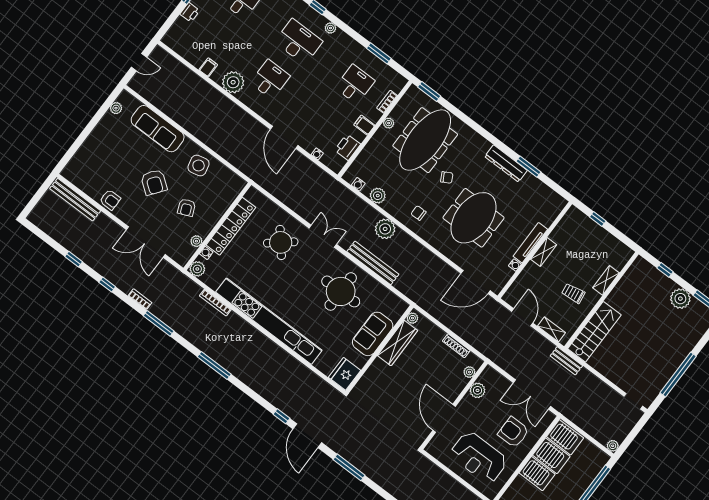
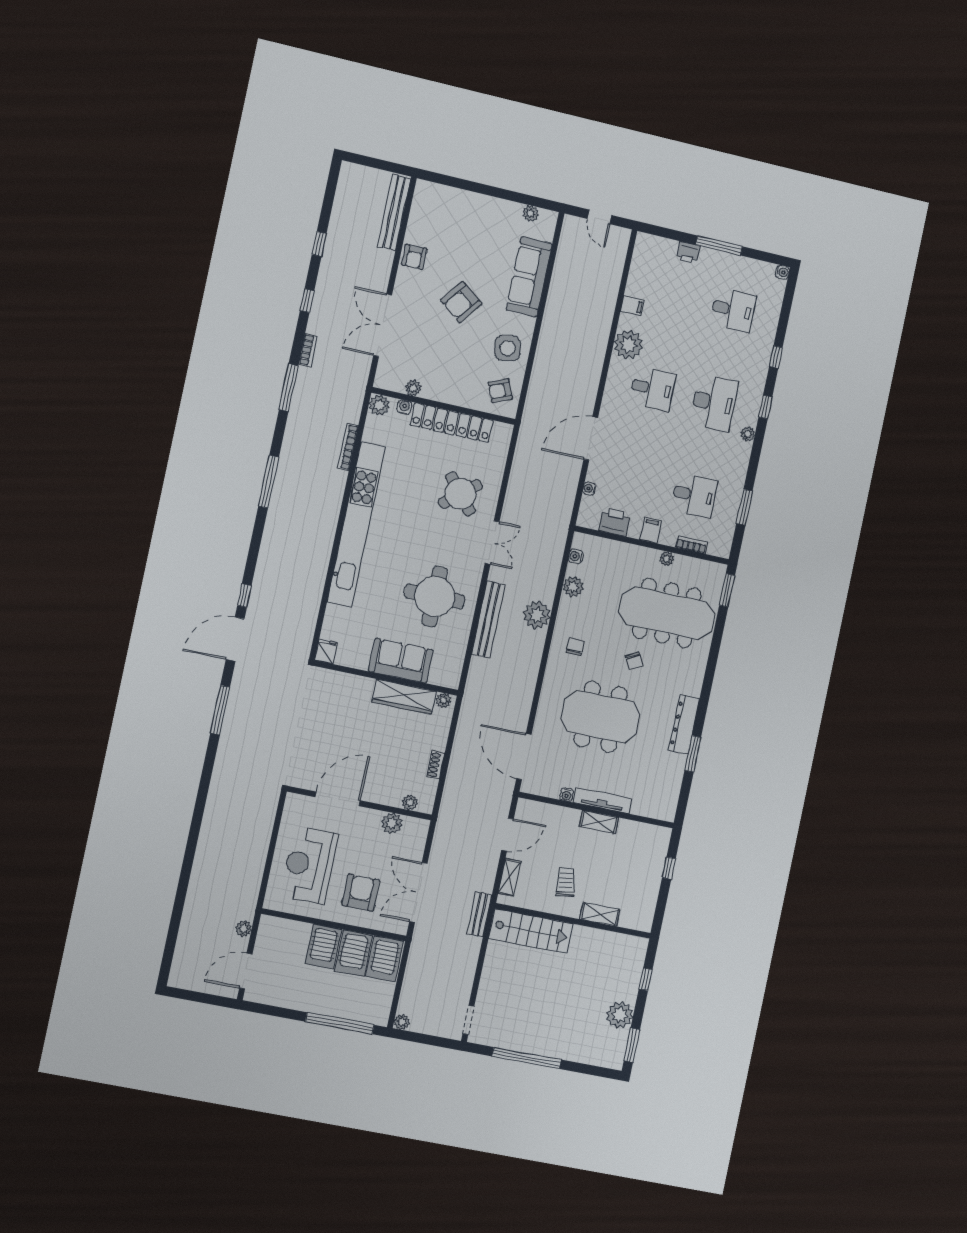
armchair: (187, 208) -> (500, 391), moved
shoe rack: (456, 346) -> (436, 765), width x0.70
fridge: (345, 374) -> (326, 651), width x0.53, depth x0.75

